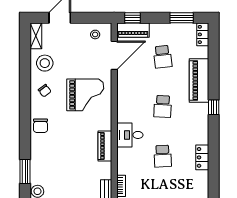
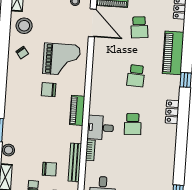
door: (114, 55) -> (92, 23), hinge flipped
chair: (40, 126) -> (49, 90), moved, turned 90
desk: (130, 135) -> (100, 128), moved
locker: (202, 157) -> (172, 112), moved

